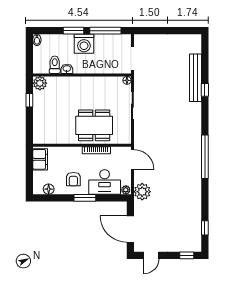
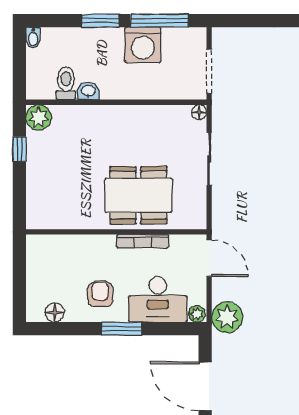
washing machine: (84, 44) -> (143, 45), moved
filing cabinet: (40, 159) -> (39, 258), removed
armchair: (73, 179) -> (100, 294), turned 180

